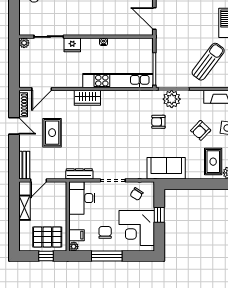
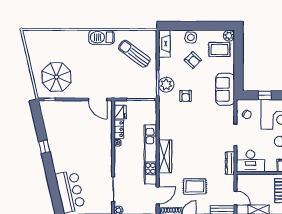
door: (154, 18) -> (98, 99), hinge flipped
locker: (119, 43) -> (119, 129), added
fridge: (72, 45) -> (120, 112), moved
kitchen unit: (118, 81) -> (150, 155), moved
door: (42, 89) -> (158, 195), hinge flipped
wardrobe: (87, 98) -> (165, 156), width x1.50

